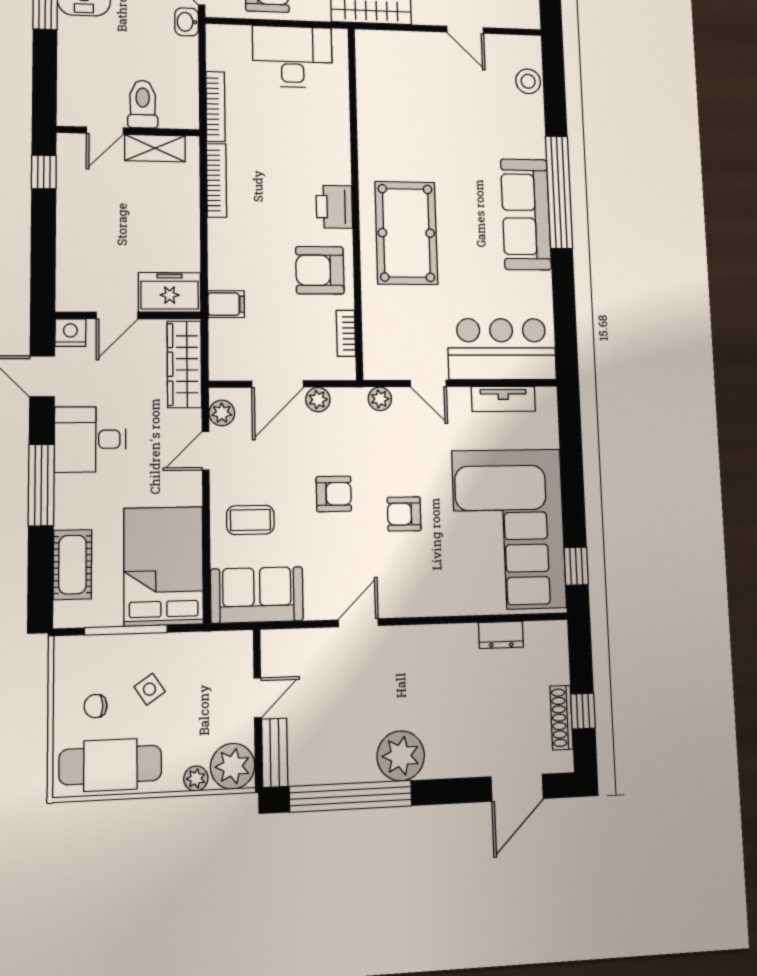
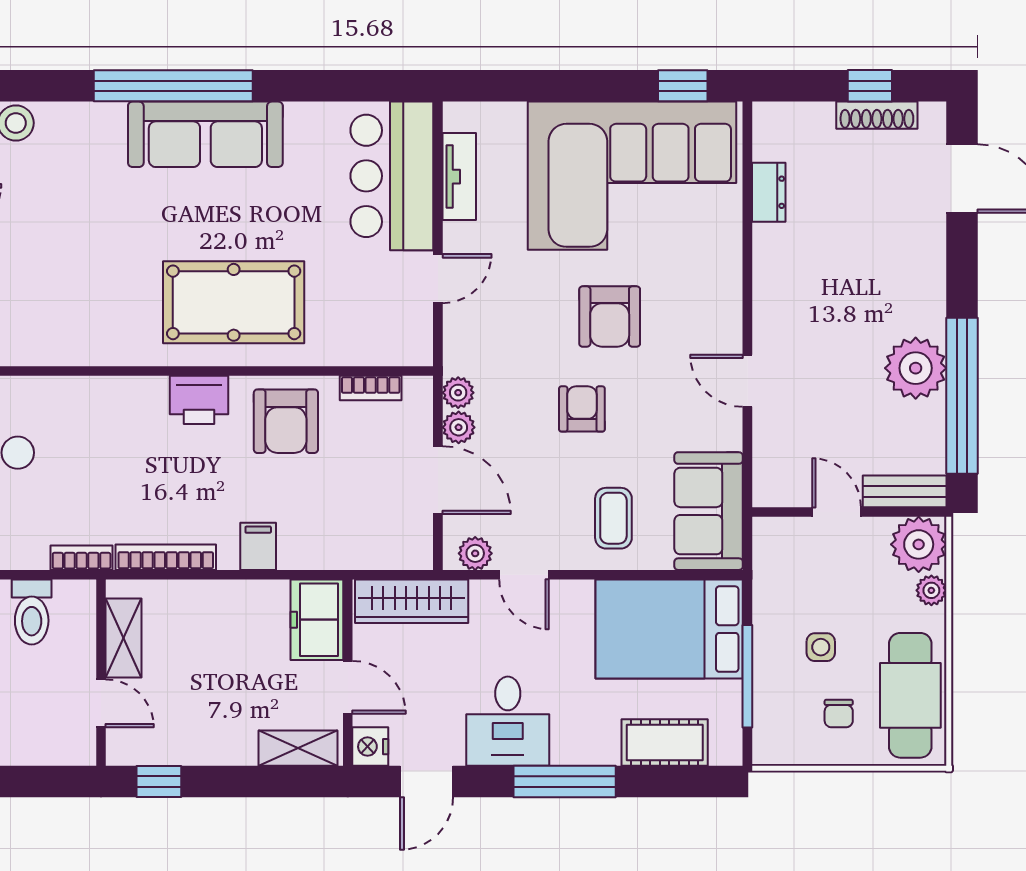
toilet: (143, 104) -> (32, 612), moved, turned -90
bookcase: (215, 106) -> (82, 558), width x0.64
shelving: (69, 277) -> (298, 748), added
filing cabinet: (226, 304) -> (258, 546), moved
plant: (380, 399) -> (458, 393), moved
armchair: (404, 514) -> (610, 317), width x1.38, depth x1.38
side table: (150, 689) -> (821, 647), turned 34
plant: (401, 756) -> (916, 368), moved

